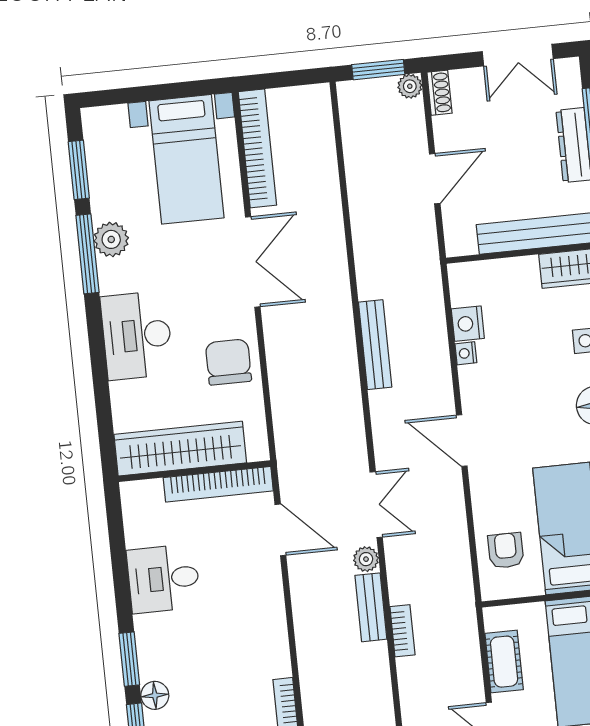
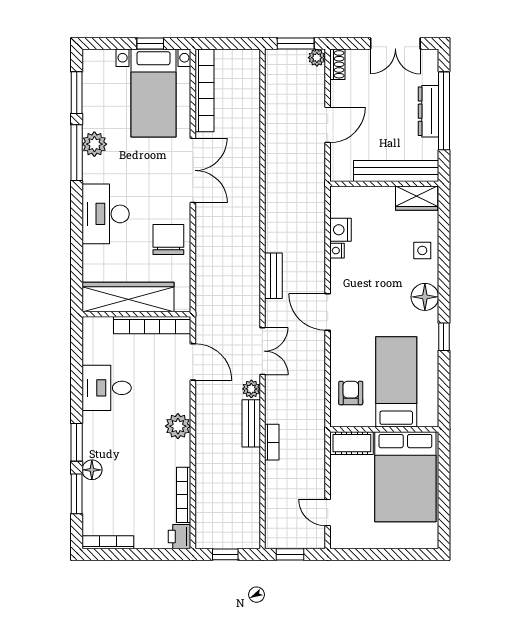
window: (175, 91) -> (150, 43), added
bench: (375, 345) -> (273, 276), moved, width x0.73
plant: (269, 622) -> (178, 426), added
cot: (504, 662) -> (352, 443), moved, turned 90

